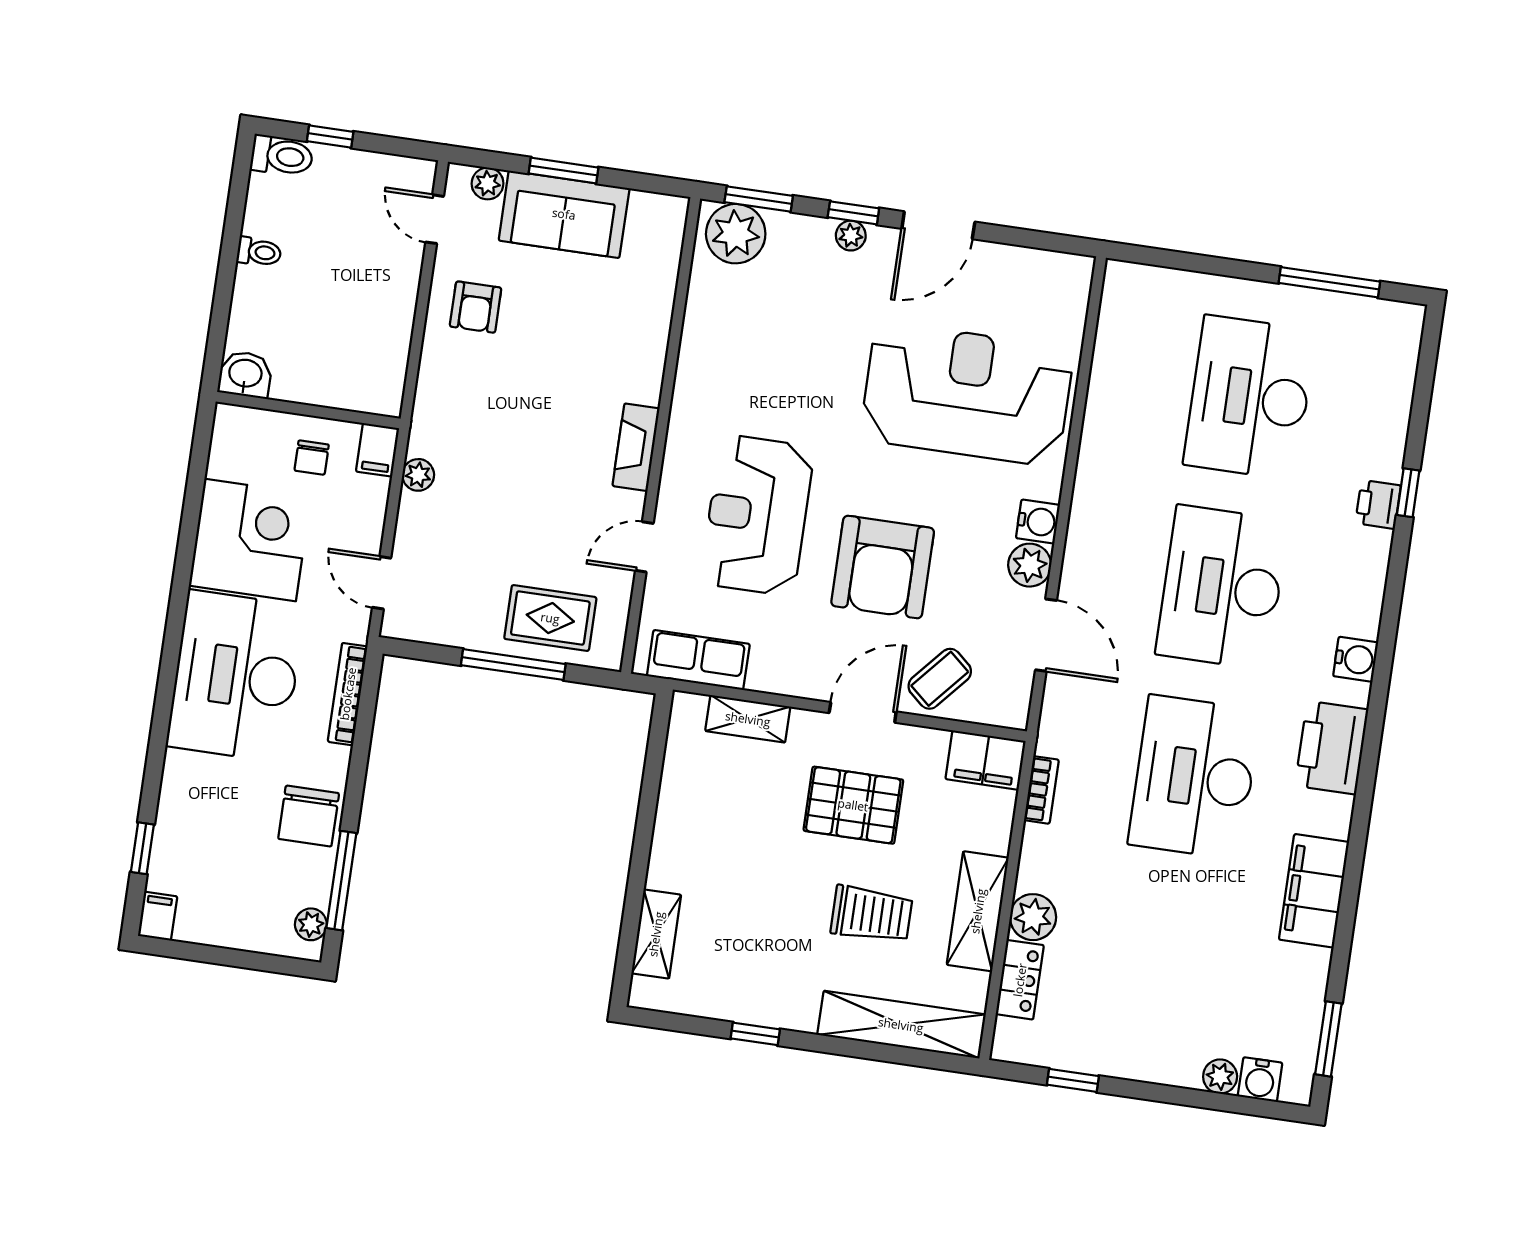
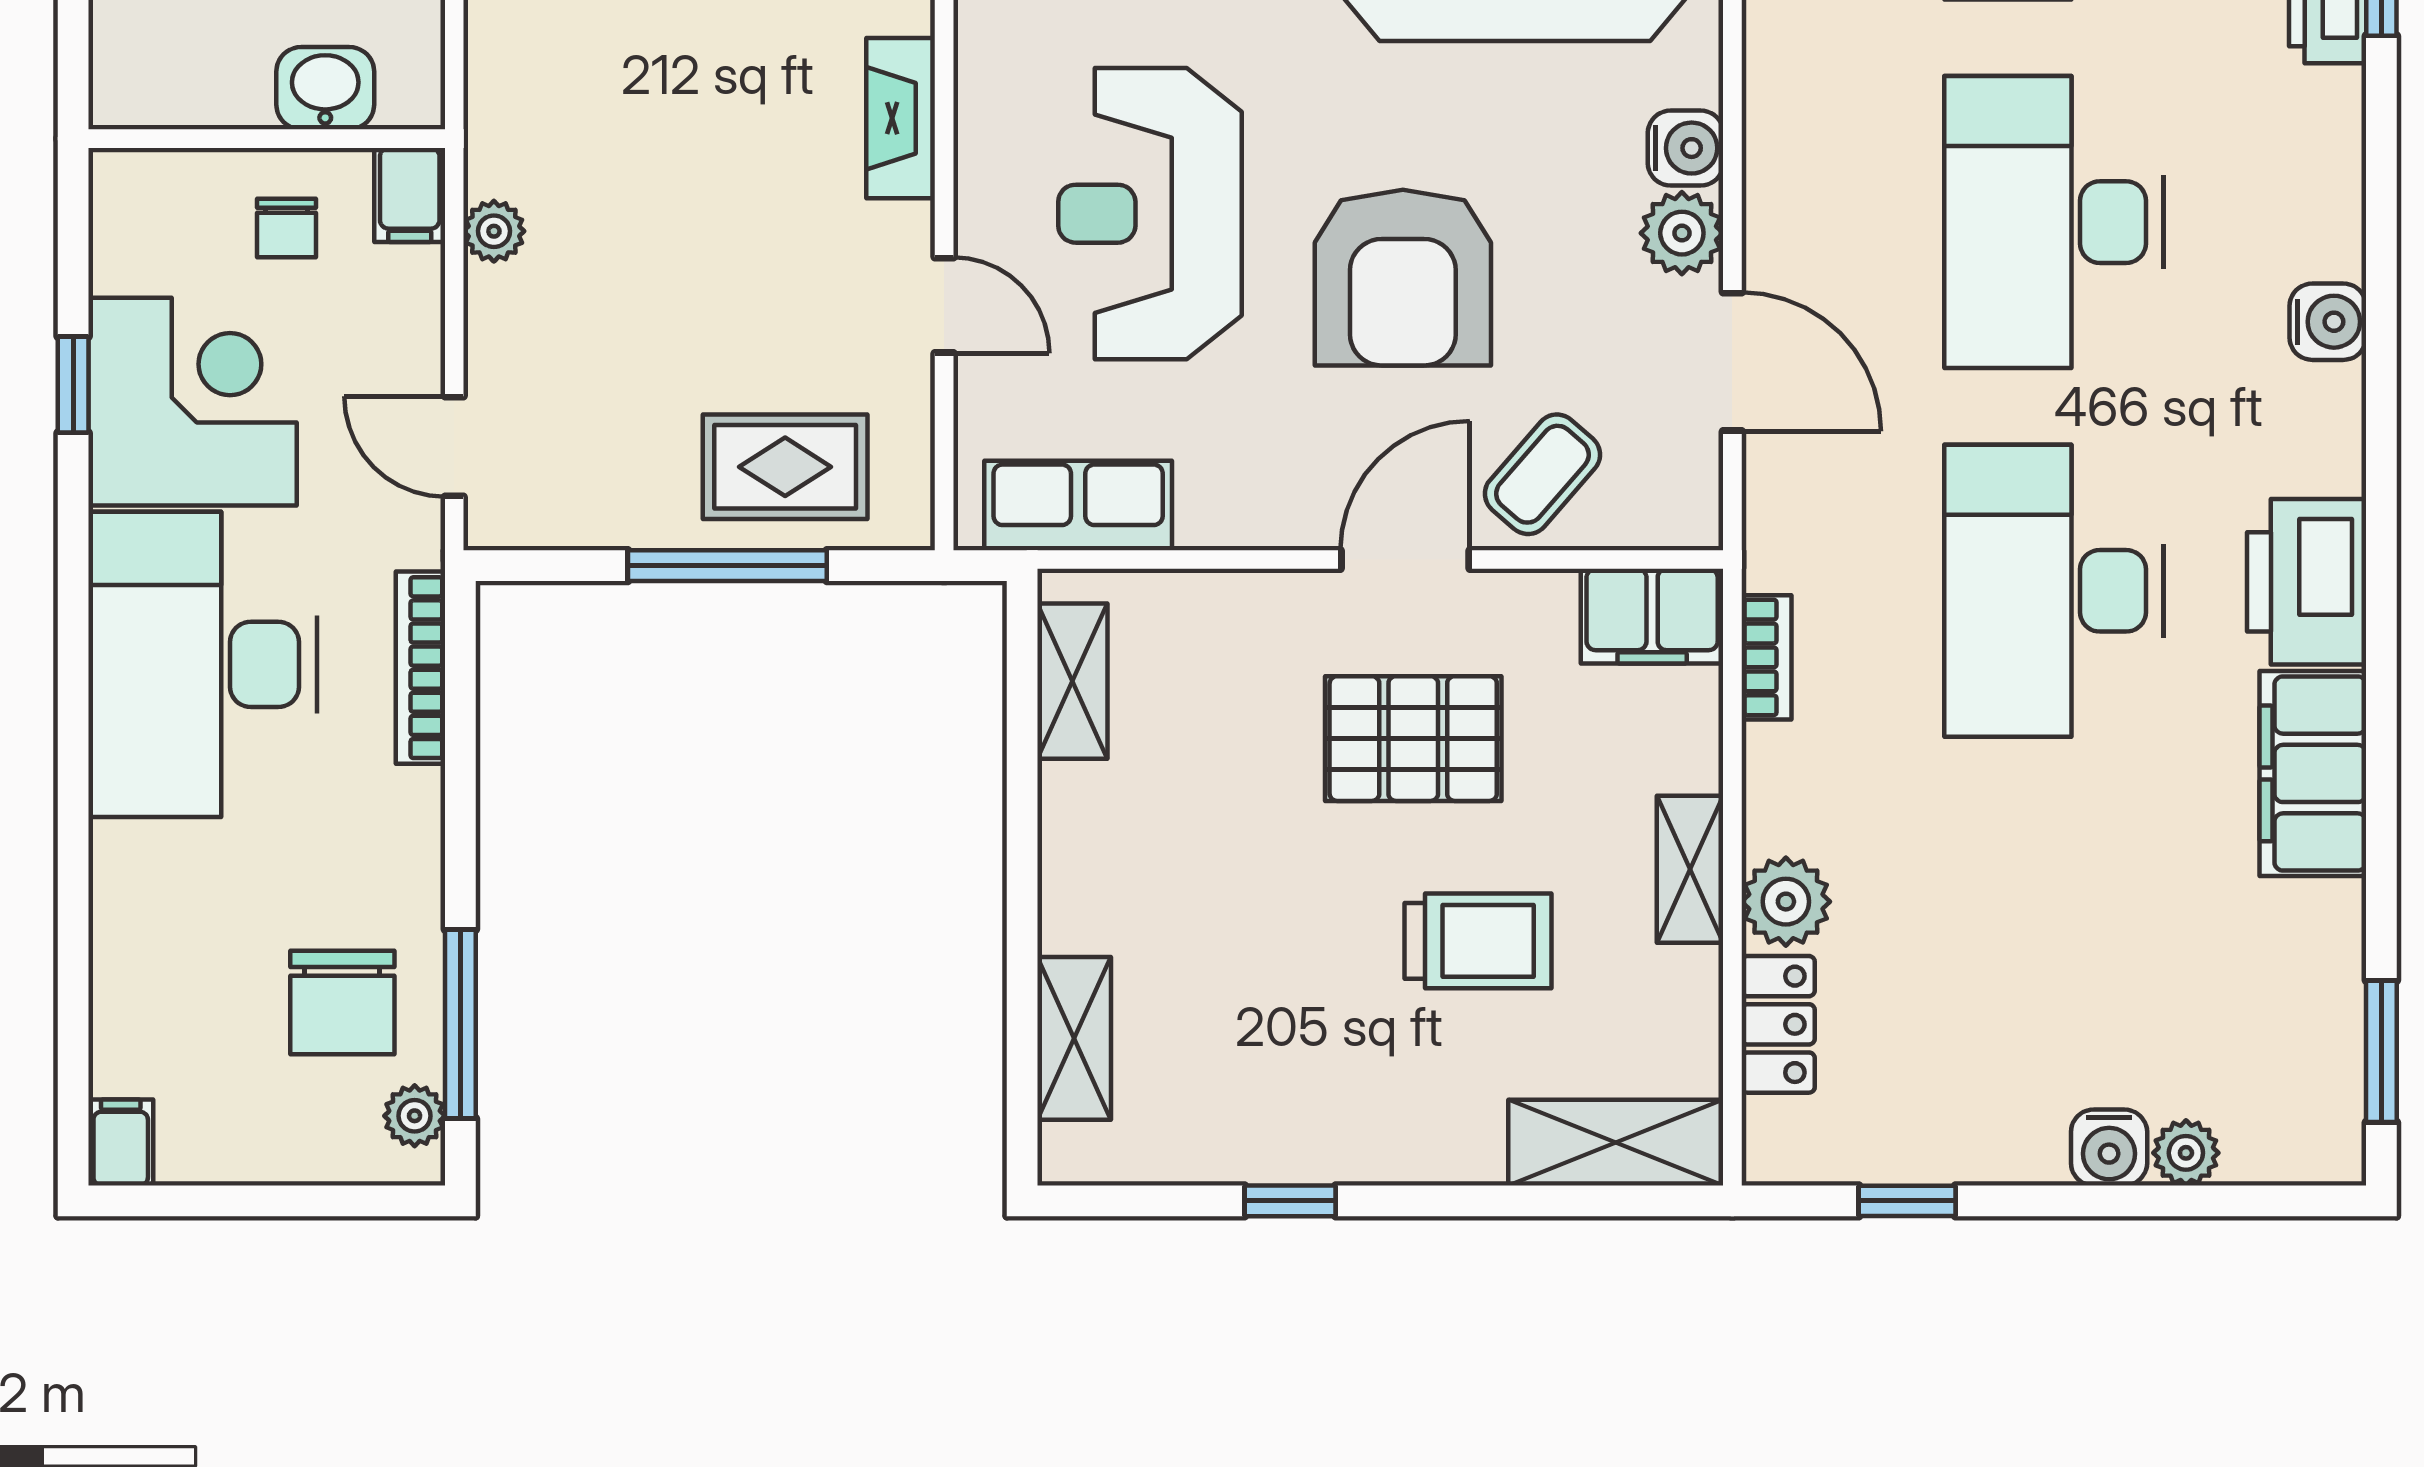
washbasin: (245, 374) -> (325, 88), moved
door: (644, 547) -> (944, 305), swing flipped
shelving: (748, 719) -> (1072, 681), moved, turned 90
printer: (1331, 748) -> (2307, 582), moved
chair: (309, 816) -> (342, 1003), moved
window: (142, 848) -> (73, 385), moved
shelving: (978, 911) -> (1690, 869), width x0.67, depth x0.75
shelving: (901, 1025) -> (1616, 1143), width x0.68
water cooler: (1260, 1080) -> (2109, 1148), moved

